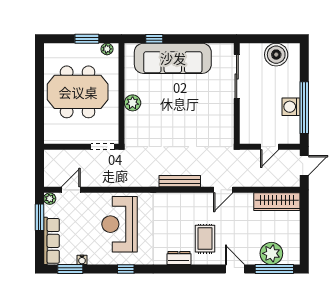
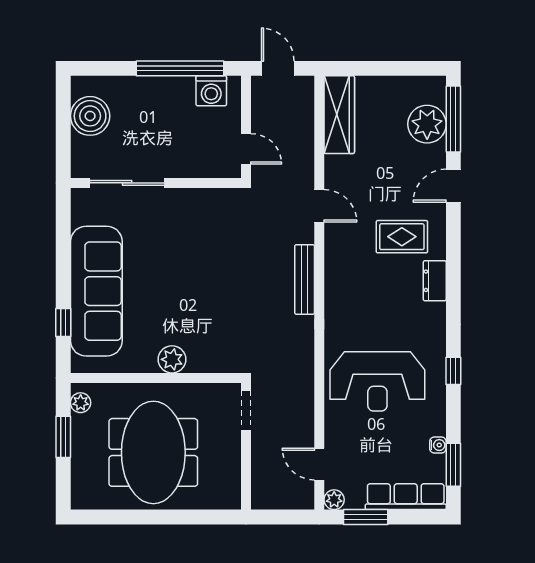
washing machine: (291, 107) -> (211, 91), moved
door: (270, 147) -> (246, 149), moved

